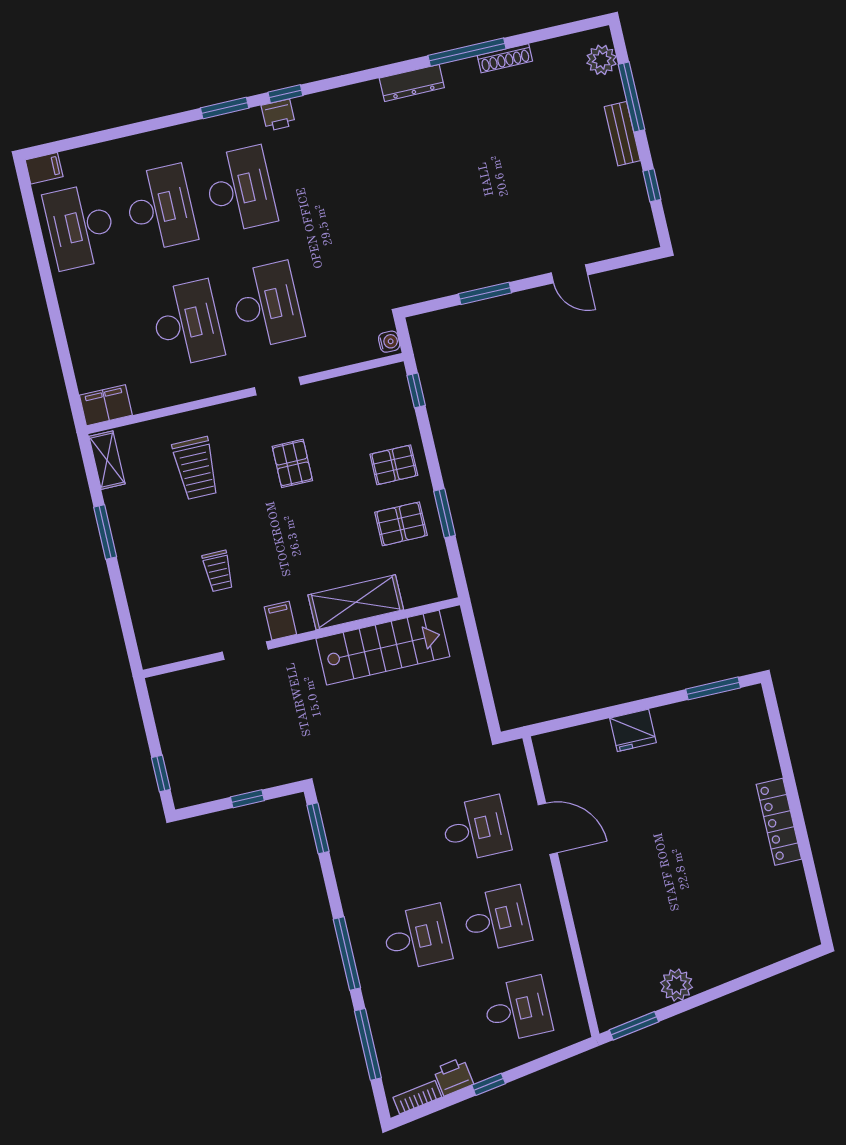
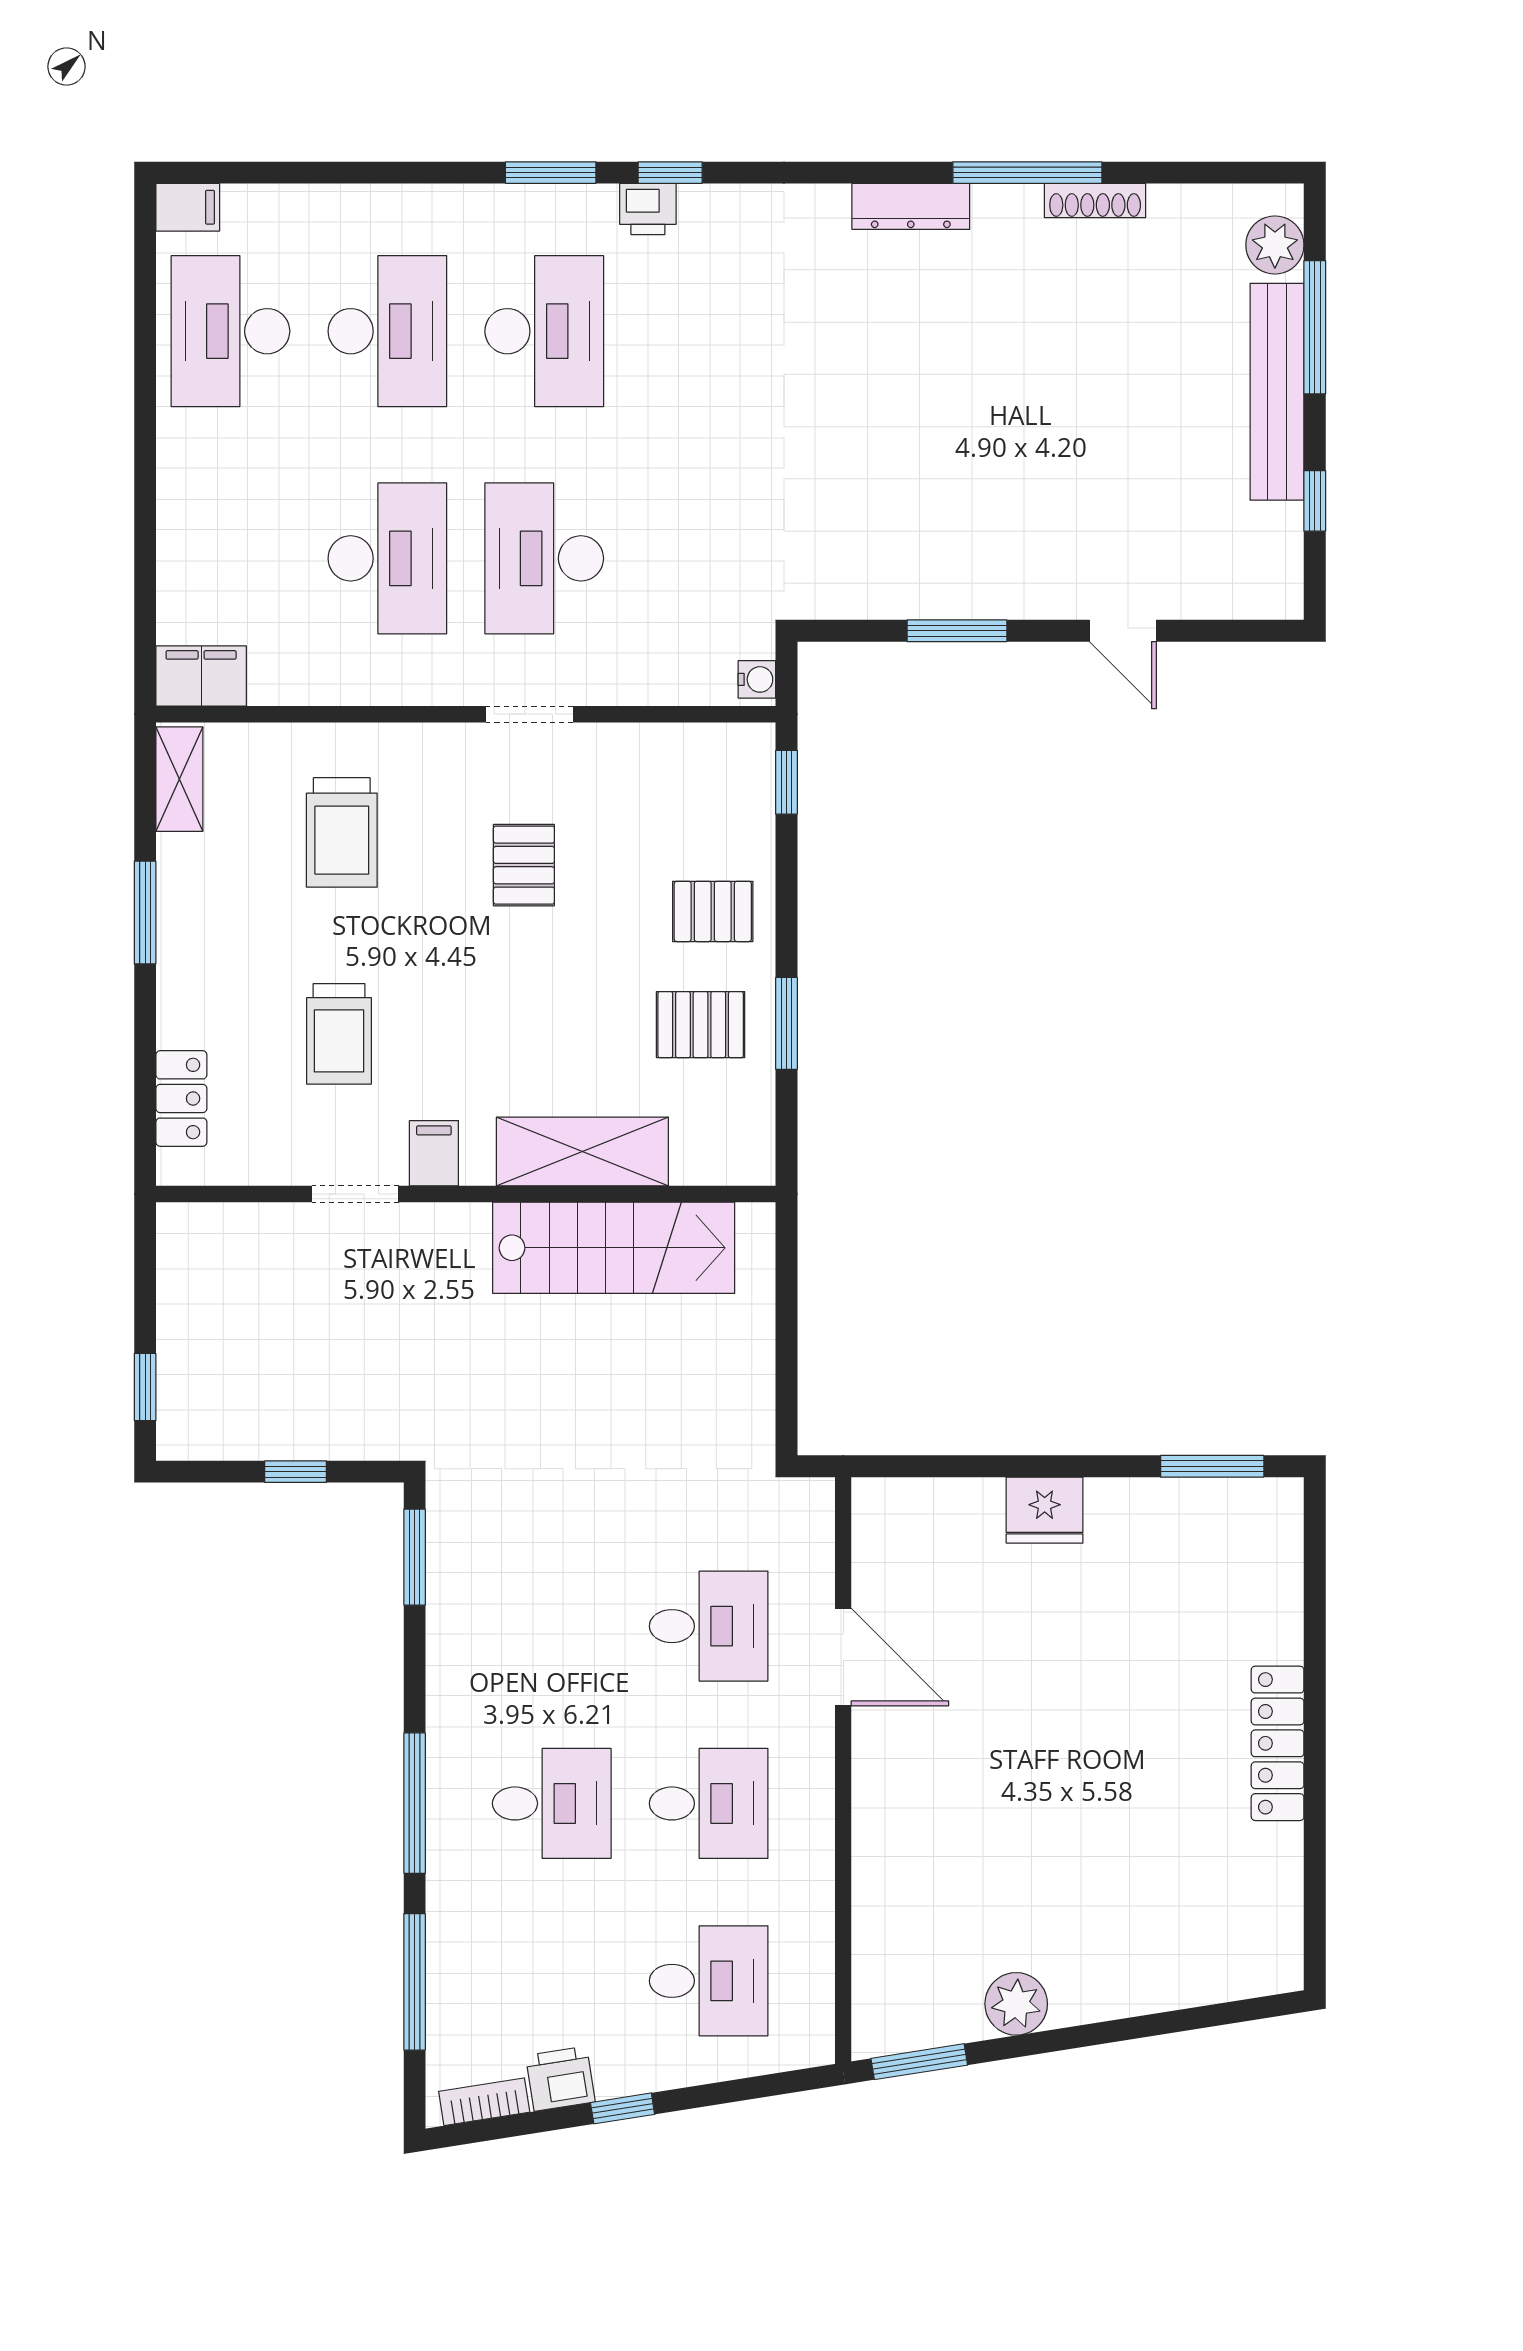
bench: (622, 134) -> (1277, 392), width x1.86, depth x1.21
desk: (267, 305) -> (544, 558), turned 180
trolley: (218, 571) -> (339, 1034), width x1.36, depth x1.39
locker: (145, 622) -> (181, 1098), added

